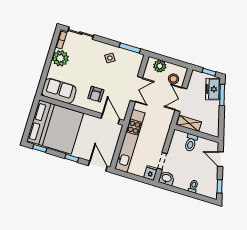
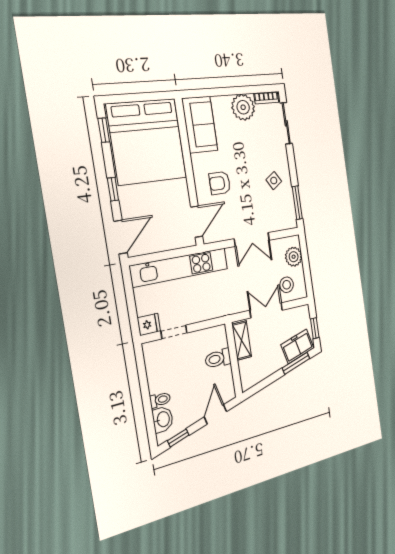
washbasin: (167, 178) -> (163, 419), moved

